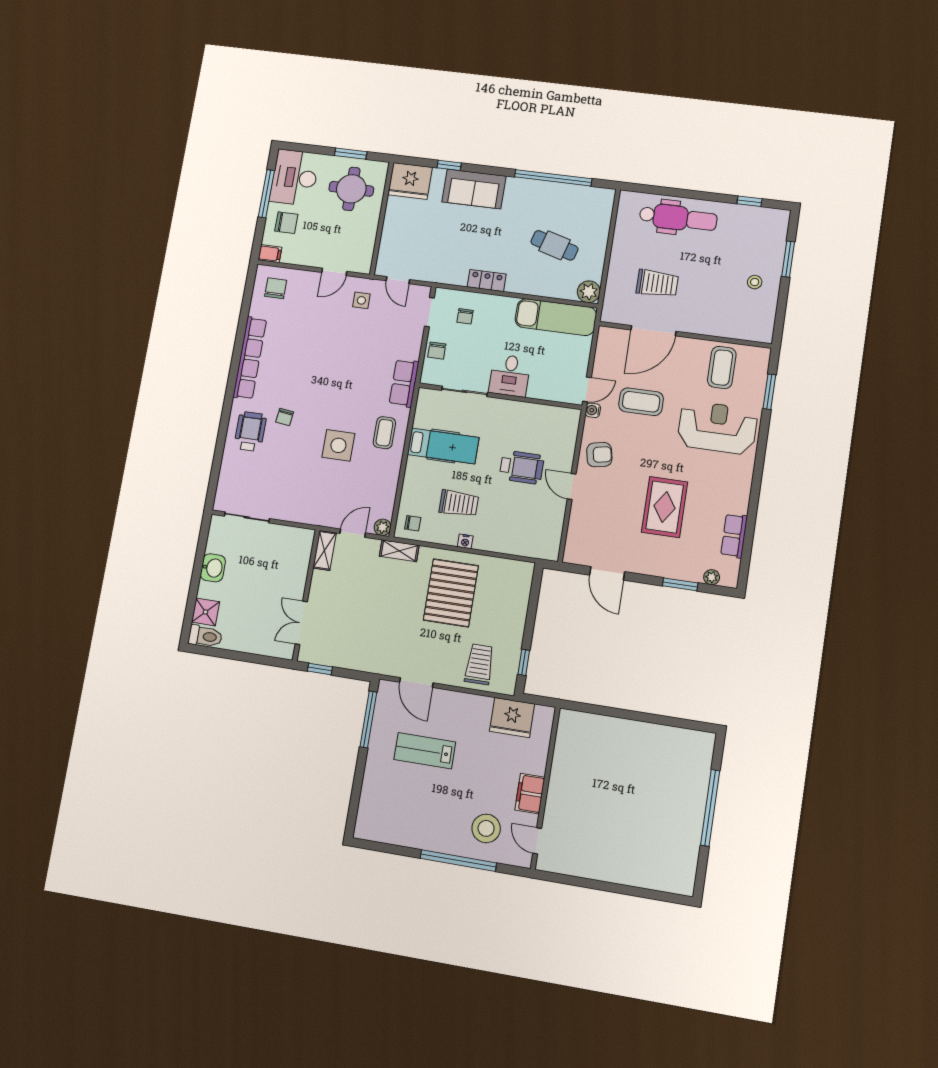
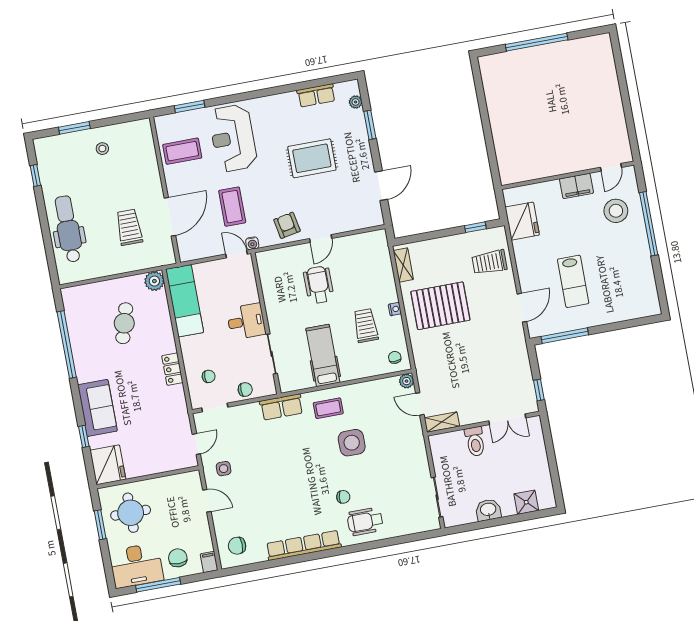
door: (653, 331) -> (170, 217), hinge flipped
shelving: (399, 551) -> (403, 265), moved
toilet: (205, 636) -> (475, 442), moved, turned 180

